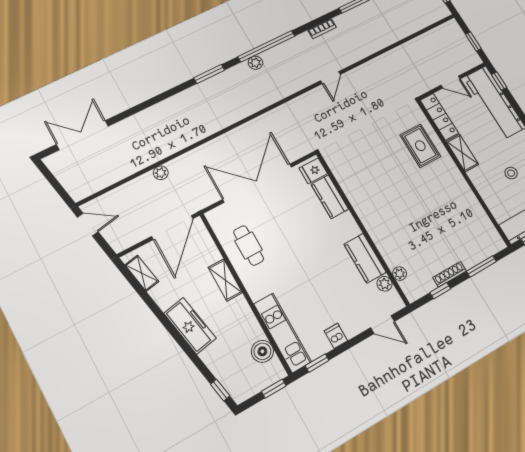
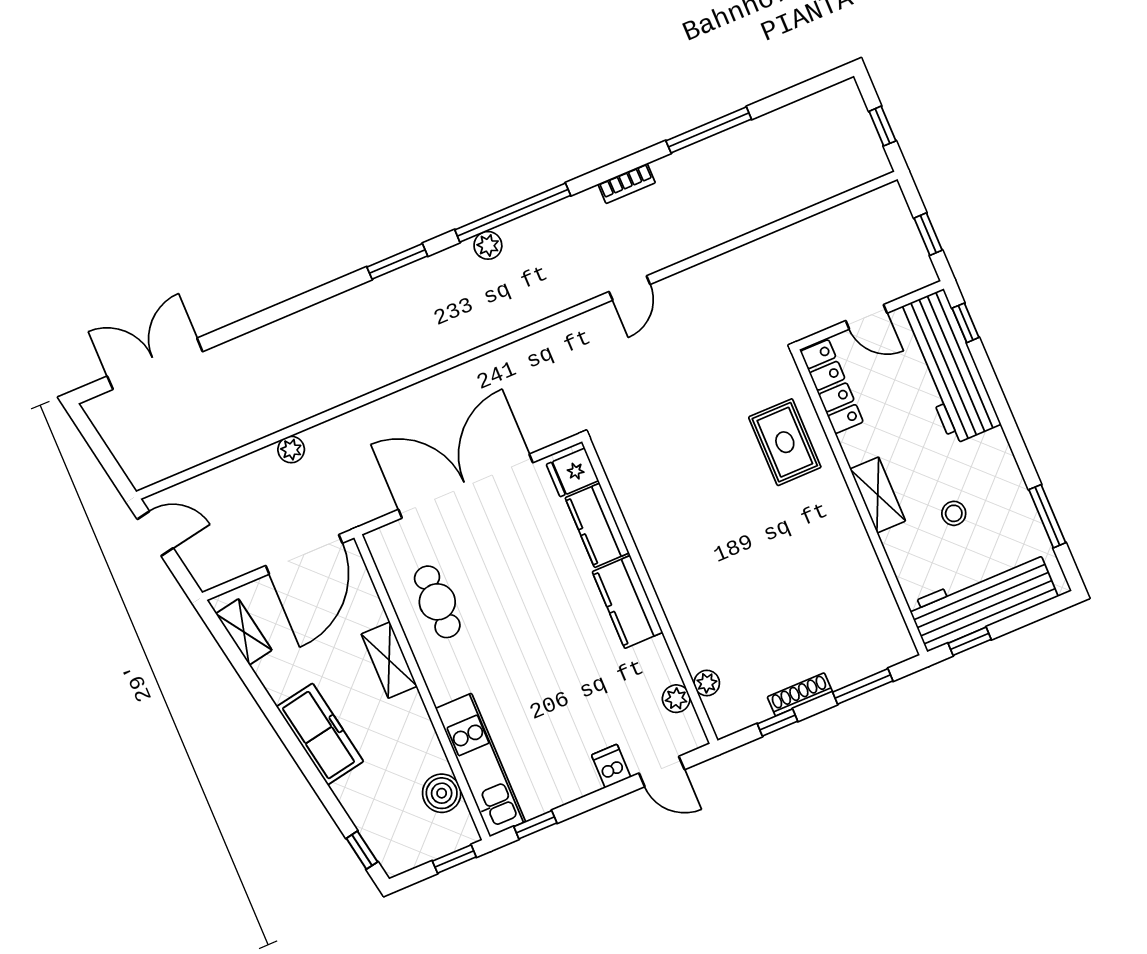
shelving: (462, 153) -> (878, 495), moved
kitchen counter: (365, 258) -> (628, 602), moved
dishwasher: (336, 336) -> (611, 766), moved

